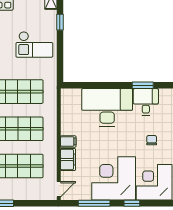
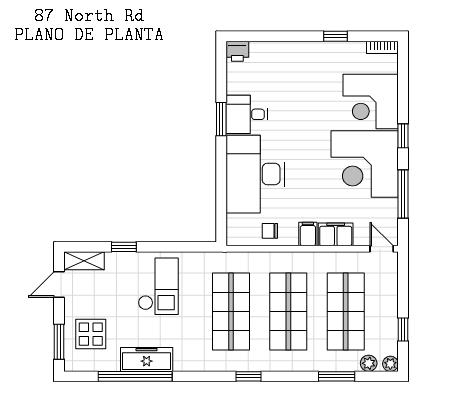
chair: (152, 140) -> (270, 231), moved

